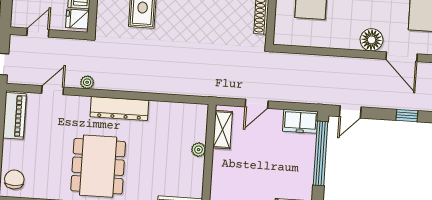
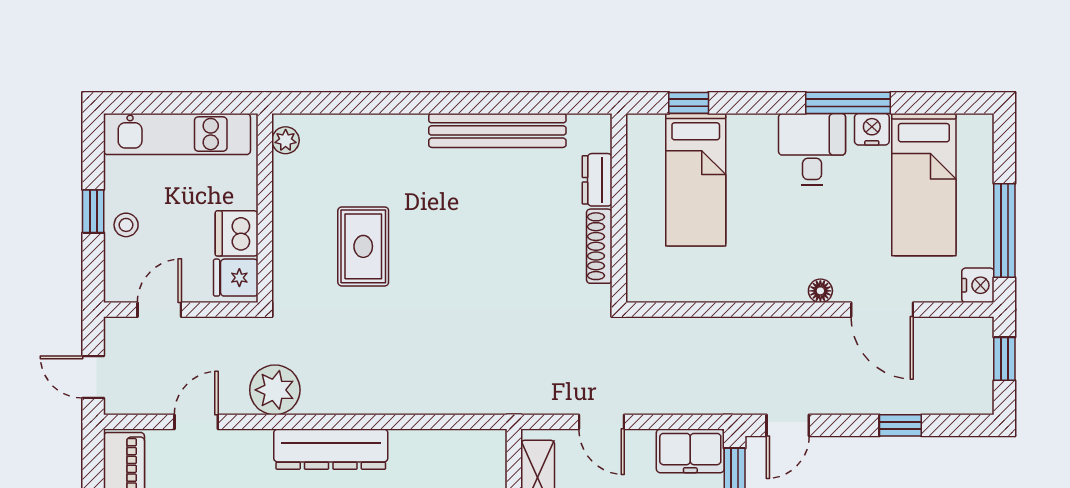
floor lamp: (372, 40) -> (820, 291), width x0.53, depth x0.53
plant: (87, 82) -> (275, 390), width x1.88, depth x1.88
door: (257, 104) -> (602, 422), hinge flipped

